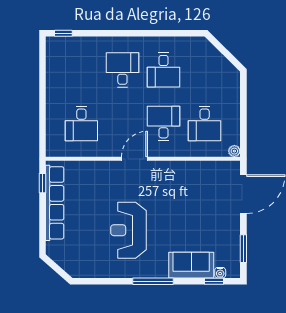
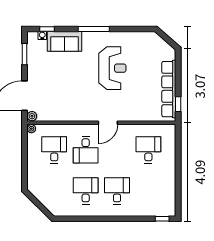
desk: (122, 70) -> (117, 191), turned 180
plant: (234, 167) -> (32, 116), added

